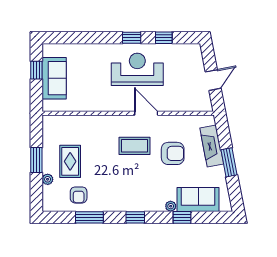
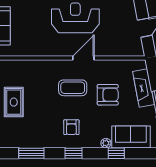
door: (146, 113) -> (83, 58), hinge flipped
armchair: (79, 195) -> (71, 127), moved

